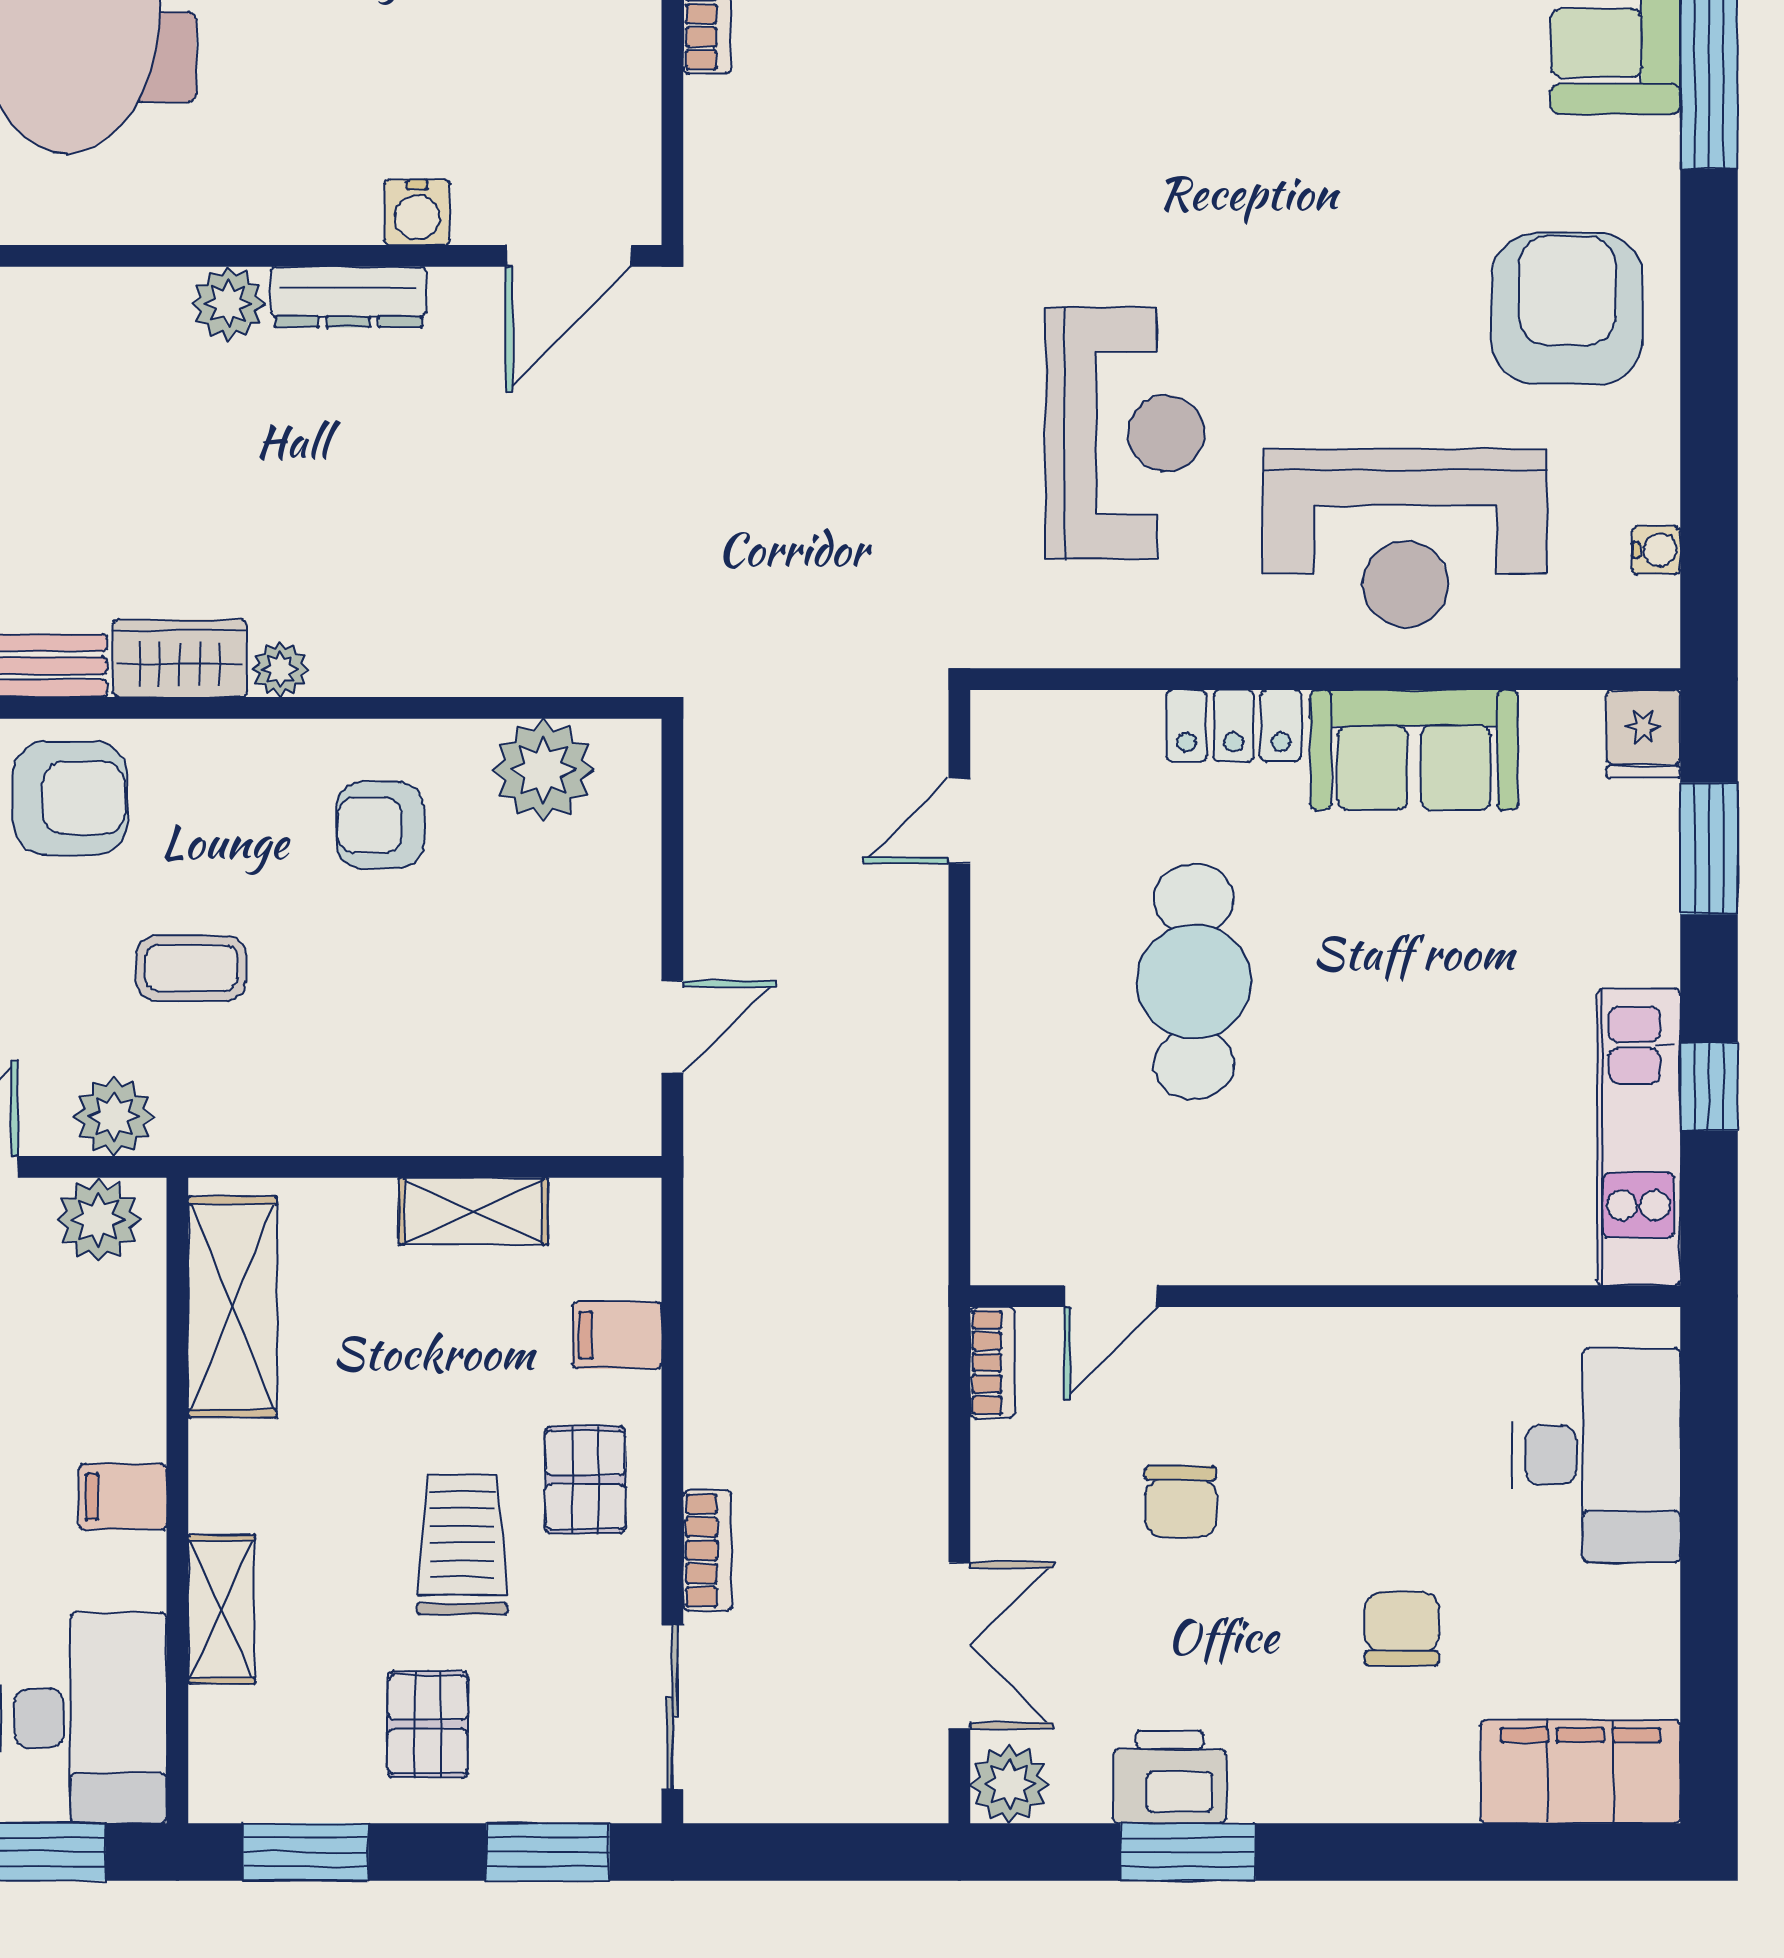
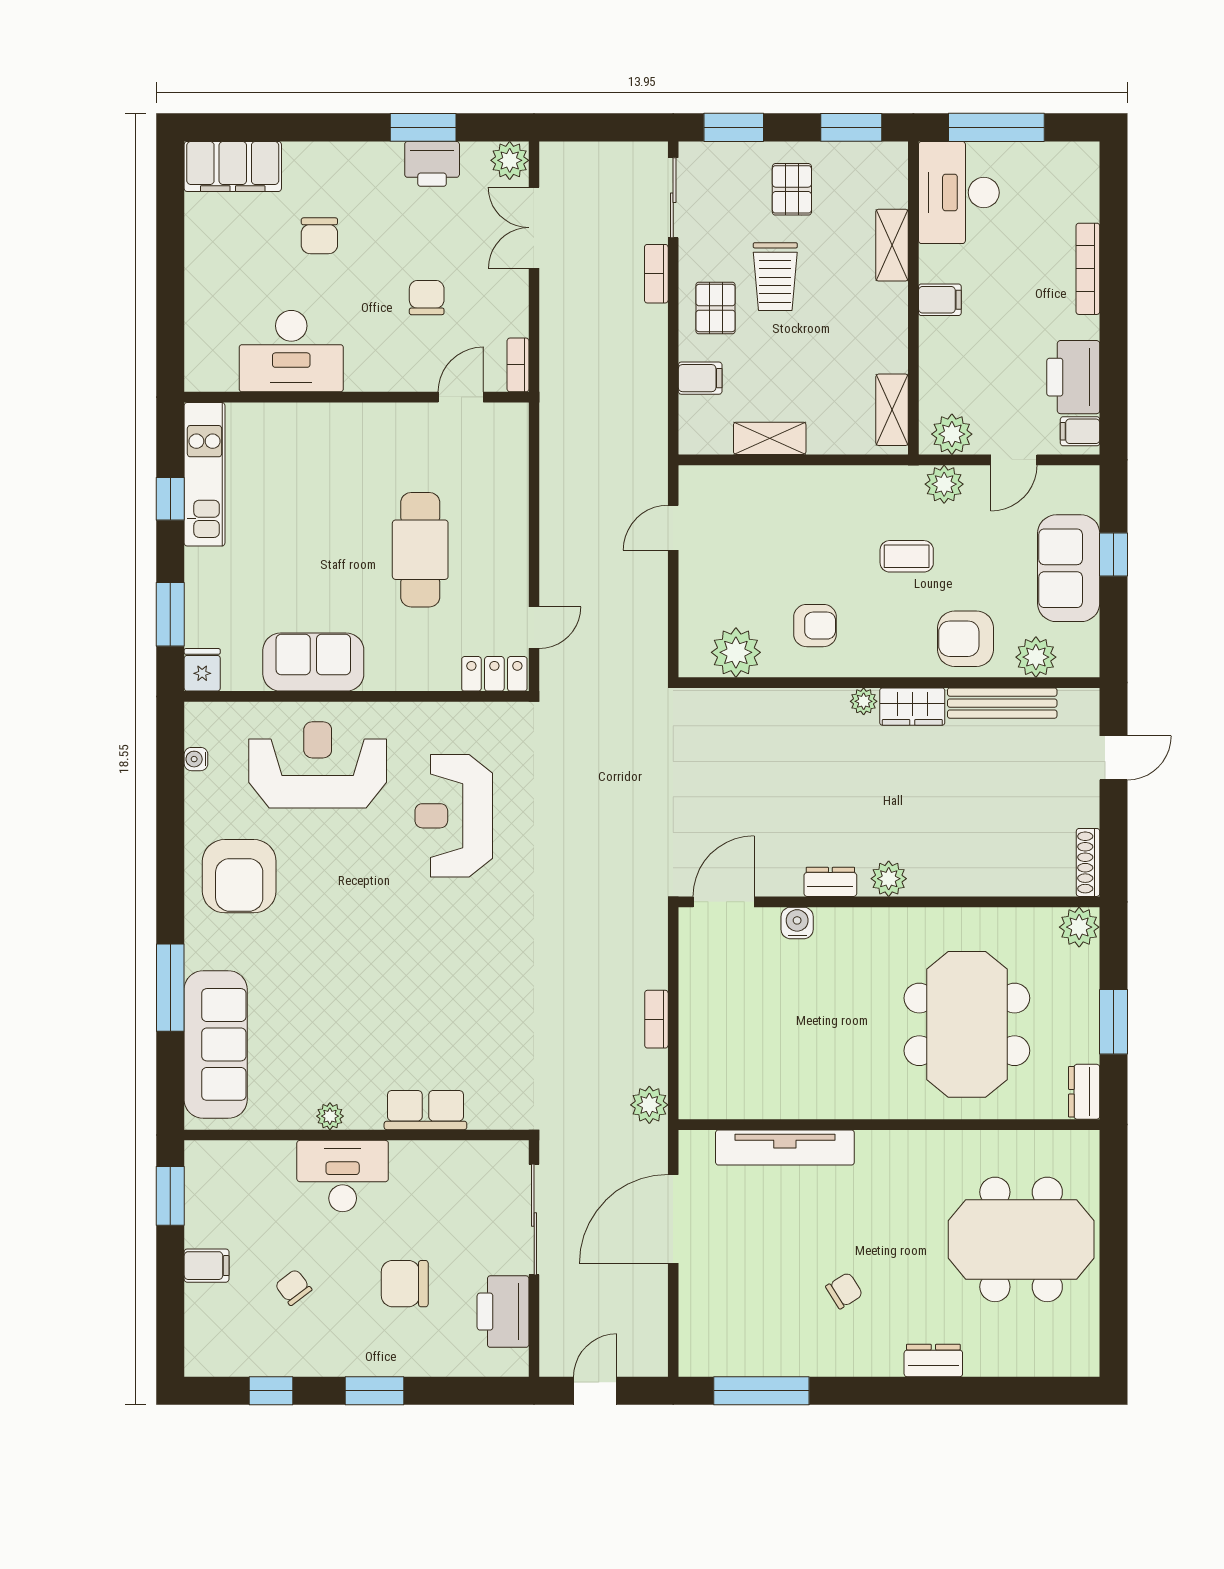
dresser: (349, 297) -> (830, 882), width x0.70
locker: (1234, 726) -> (494, 674), moved
shelving: (232, 1307) -> (892, 410), width x0.67, depth x0.75
desk: (1596, 1455) -> (291, 351), moved, turned -90

